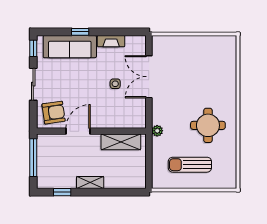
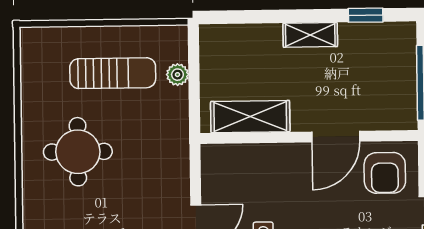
armchair: (54, 113) -> (385, 173), turned -82
plant: (157, 131) -> (177, 75), moved

